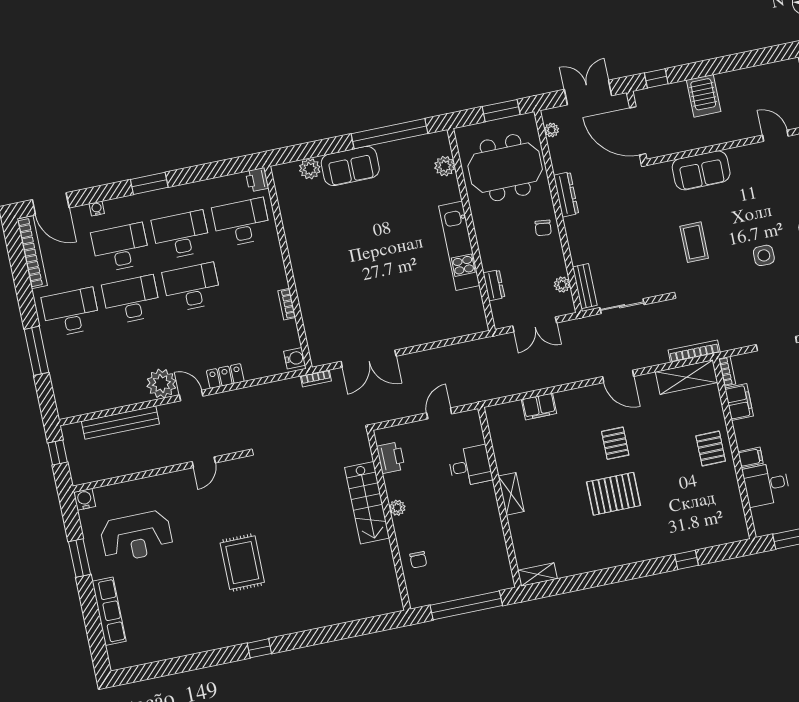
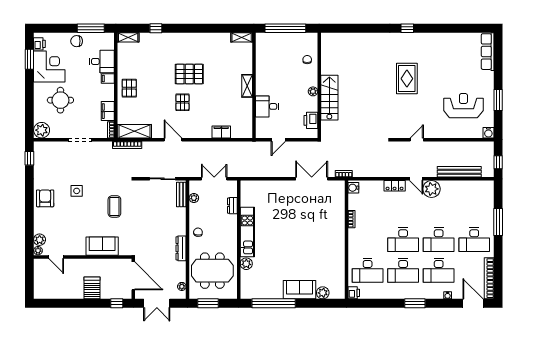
plant: (445, 166) -> (246, 264), moved
shelving: (730, 535) -> (128, 37), added
row of seats: (109, 611) -> (488, 52), moved

